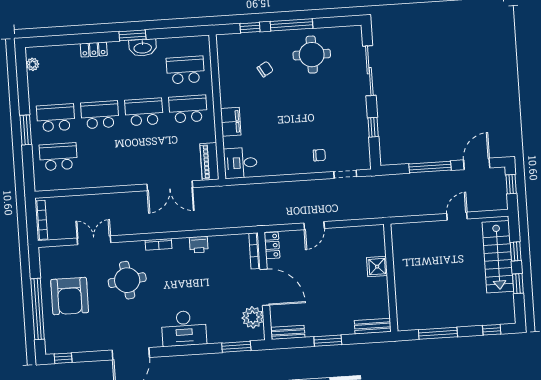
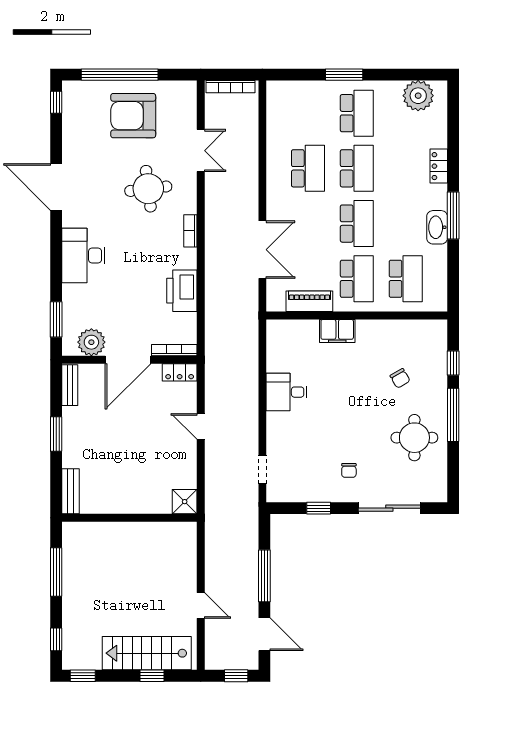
window: (132, 35) -> (453, 216), width x1.44
plant: (32, 64) -> (418, 96), width x1.88, depth x1.88
chair: (319, 155) -> (349, 470), moved
school desk: (58, 157) -> (308, 168), moved
piano: (209, 161) -> (309, 301), moved
desk: (240, 163) -> (287, 392), moved, turned -90
double door: (170, 186) -> (262, 250), swing flipped
printer: (199, 245) -> (182, 291), width x1.87, depth x1.48
shower: (377, 267) -> (185, 502), moved
window: (518, 284) -> (83, 676), moved

